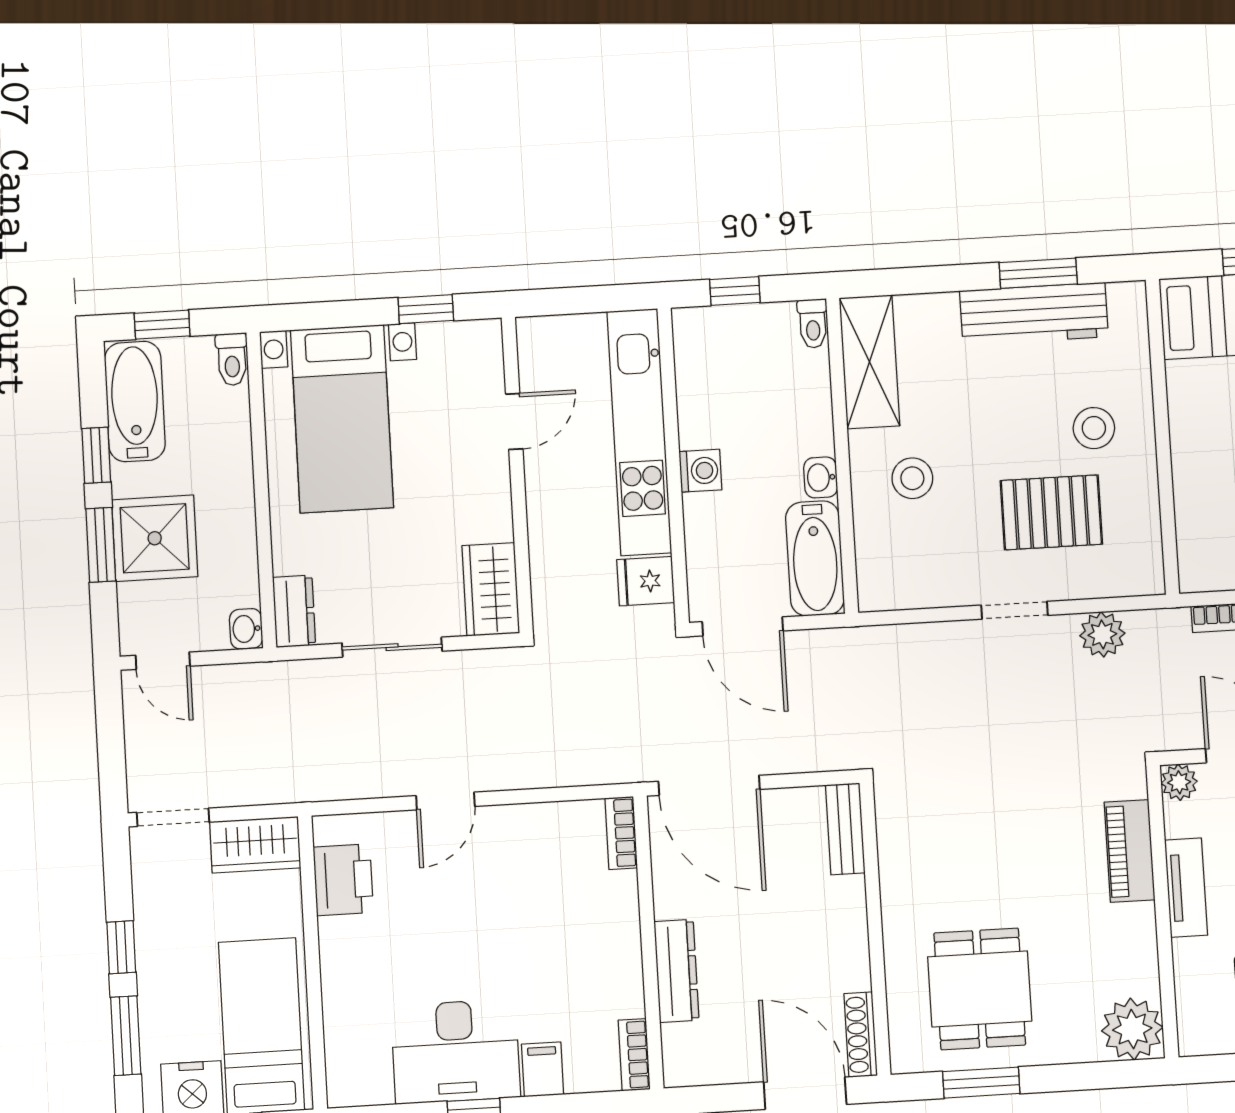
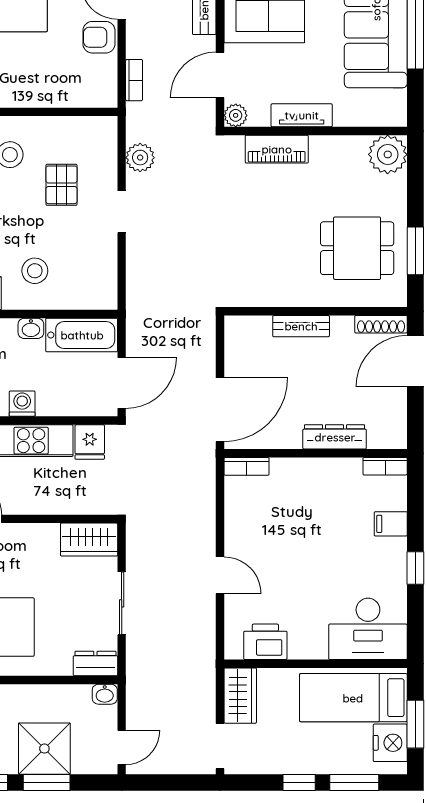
pallet: (1051, 512) -> (61, 185), width x0.67, depth x0.71
bench: (845, 829) -> (301, 326), moved
desk: (456, 1051) -> (368, 629), moved, turned 90

